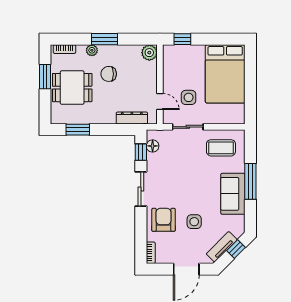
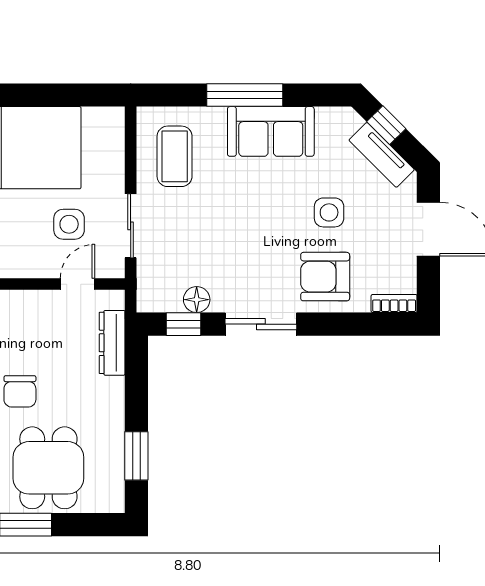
floor lamp: (153, 146) -> (197, 300), moved

